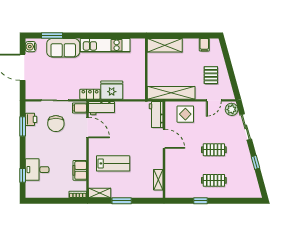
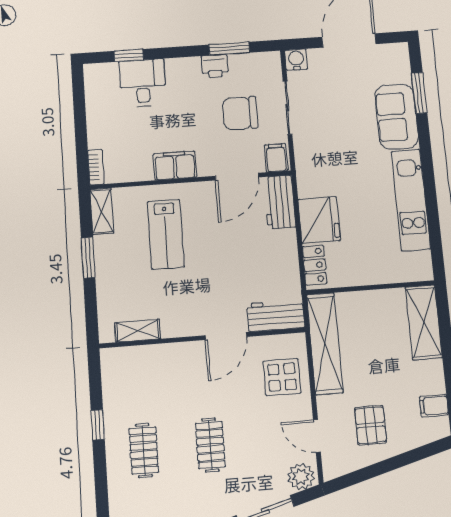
water cooler: (31, 47) -> (296, 60), moved
pallet: (211, 75) -> (371, 425), turned 90
locker: (90, 94) -> (315, 265), moved
printer: (31, 119) -> (215, 66), moved
filing cabinet: (80, 170) -> (175, 166), moved

